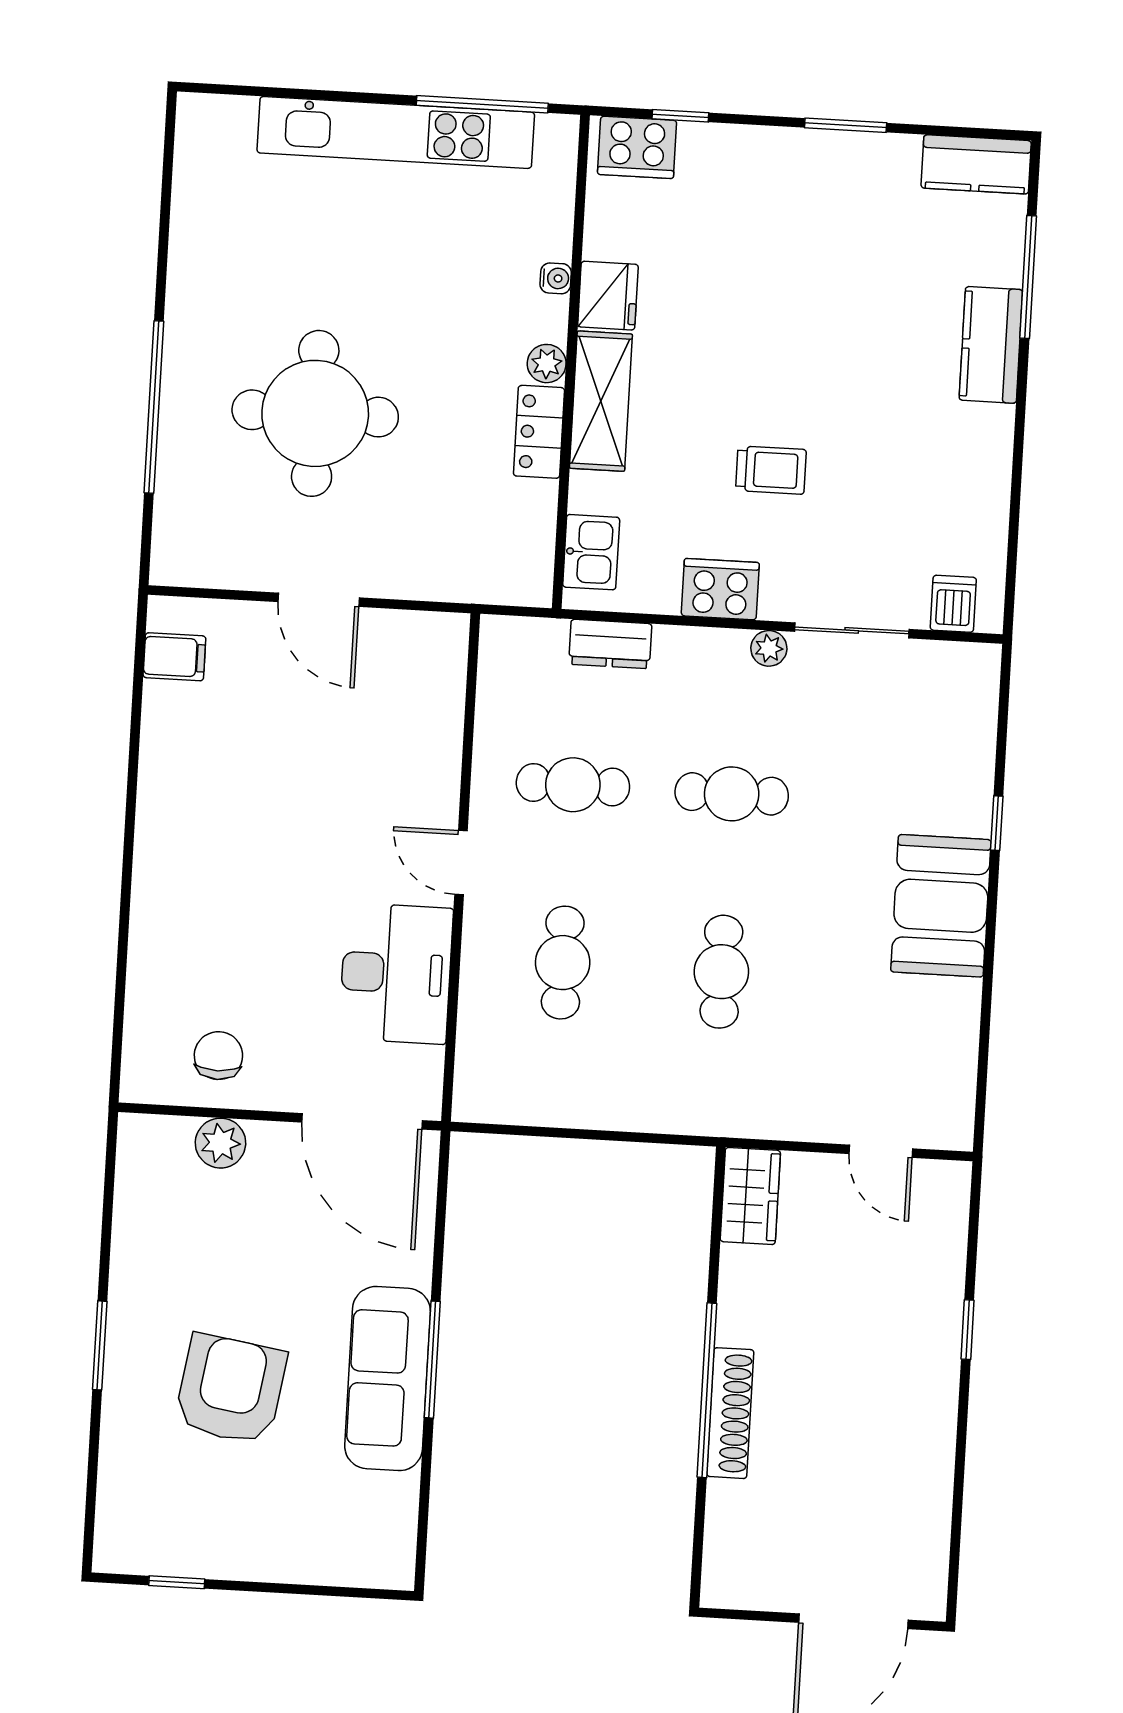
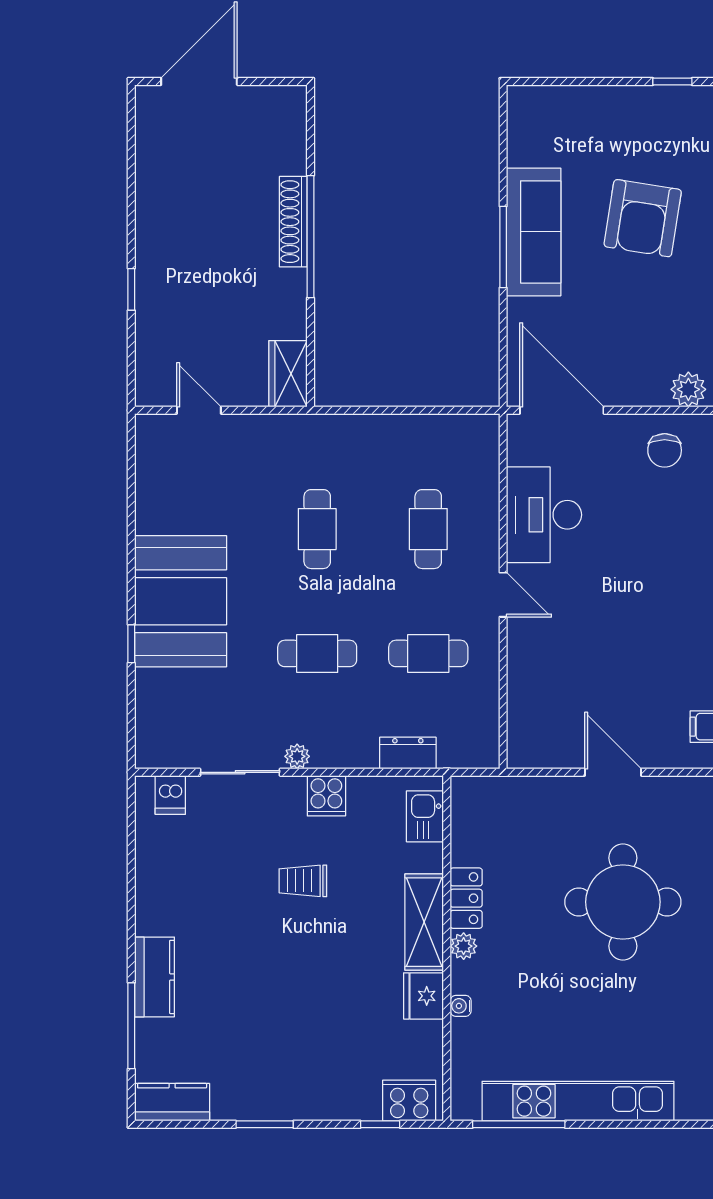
cooker: (720, 589) -> (326, 796), width x0.73
booth: (941, 906) -> (181, 601), width x1.36, depth x1.42
plant: (220, 1143) -> (688, 389), moved

